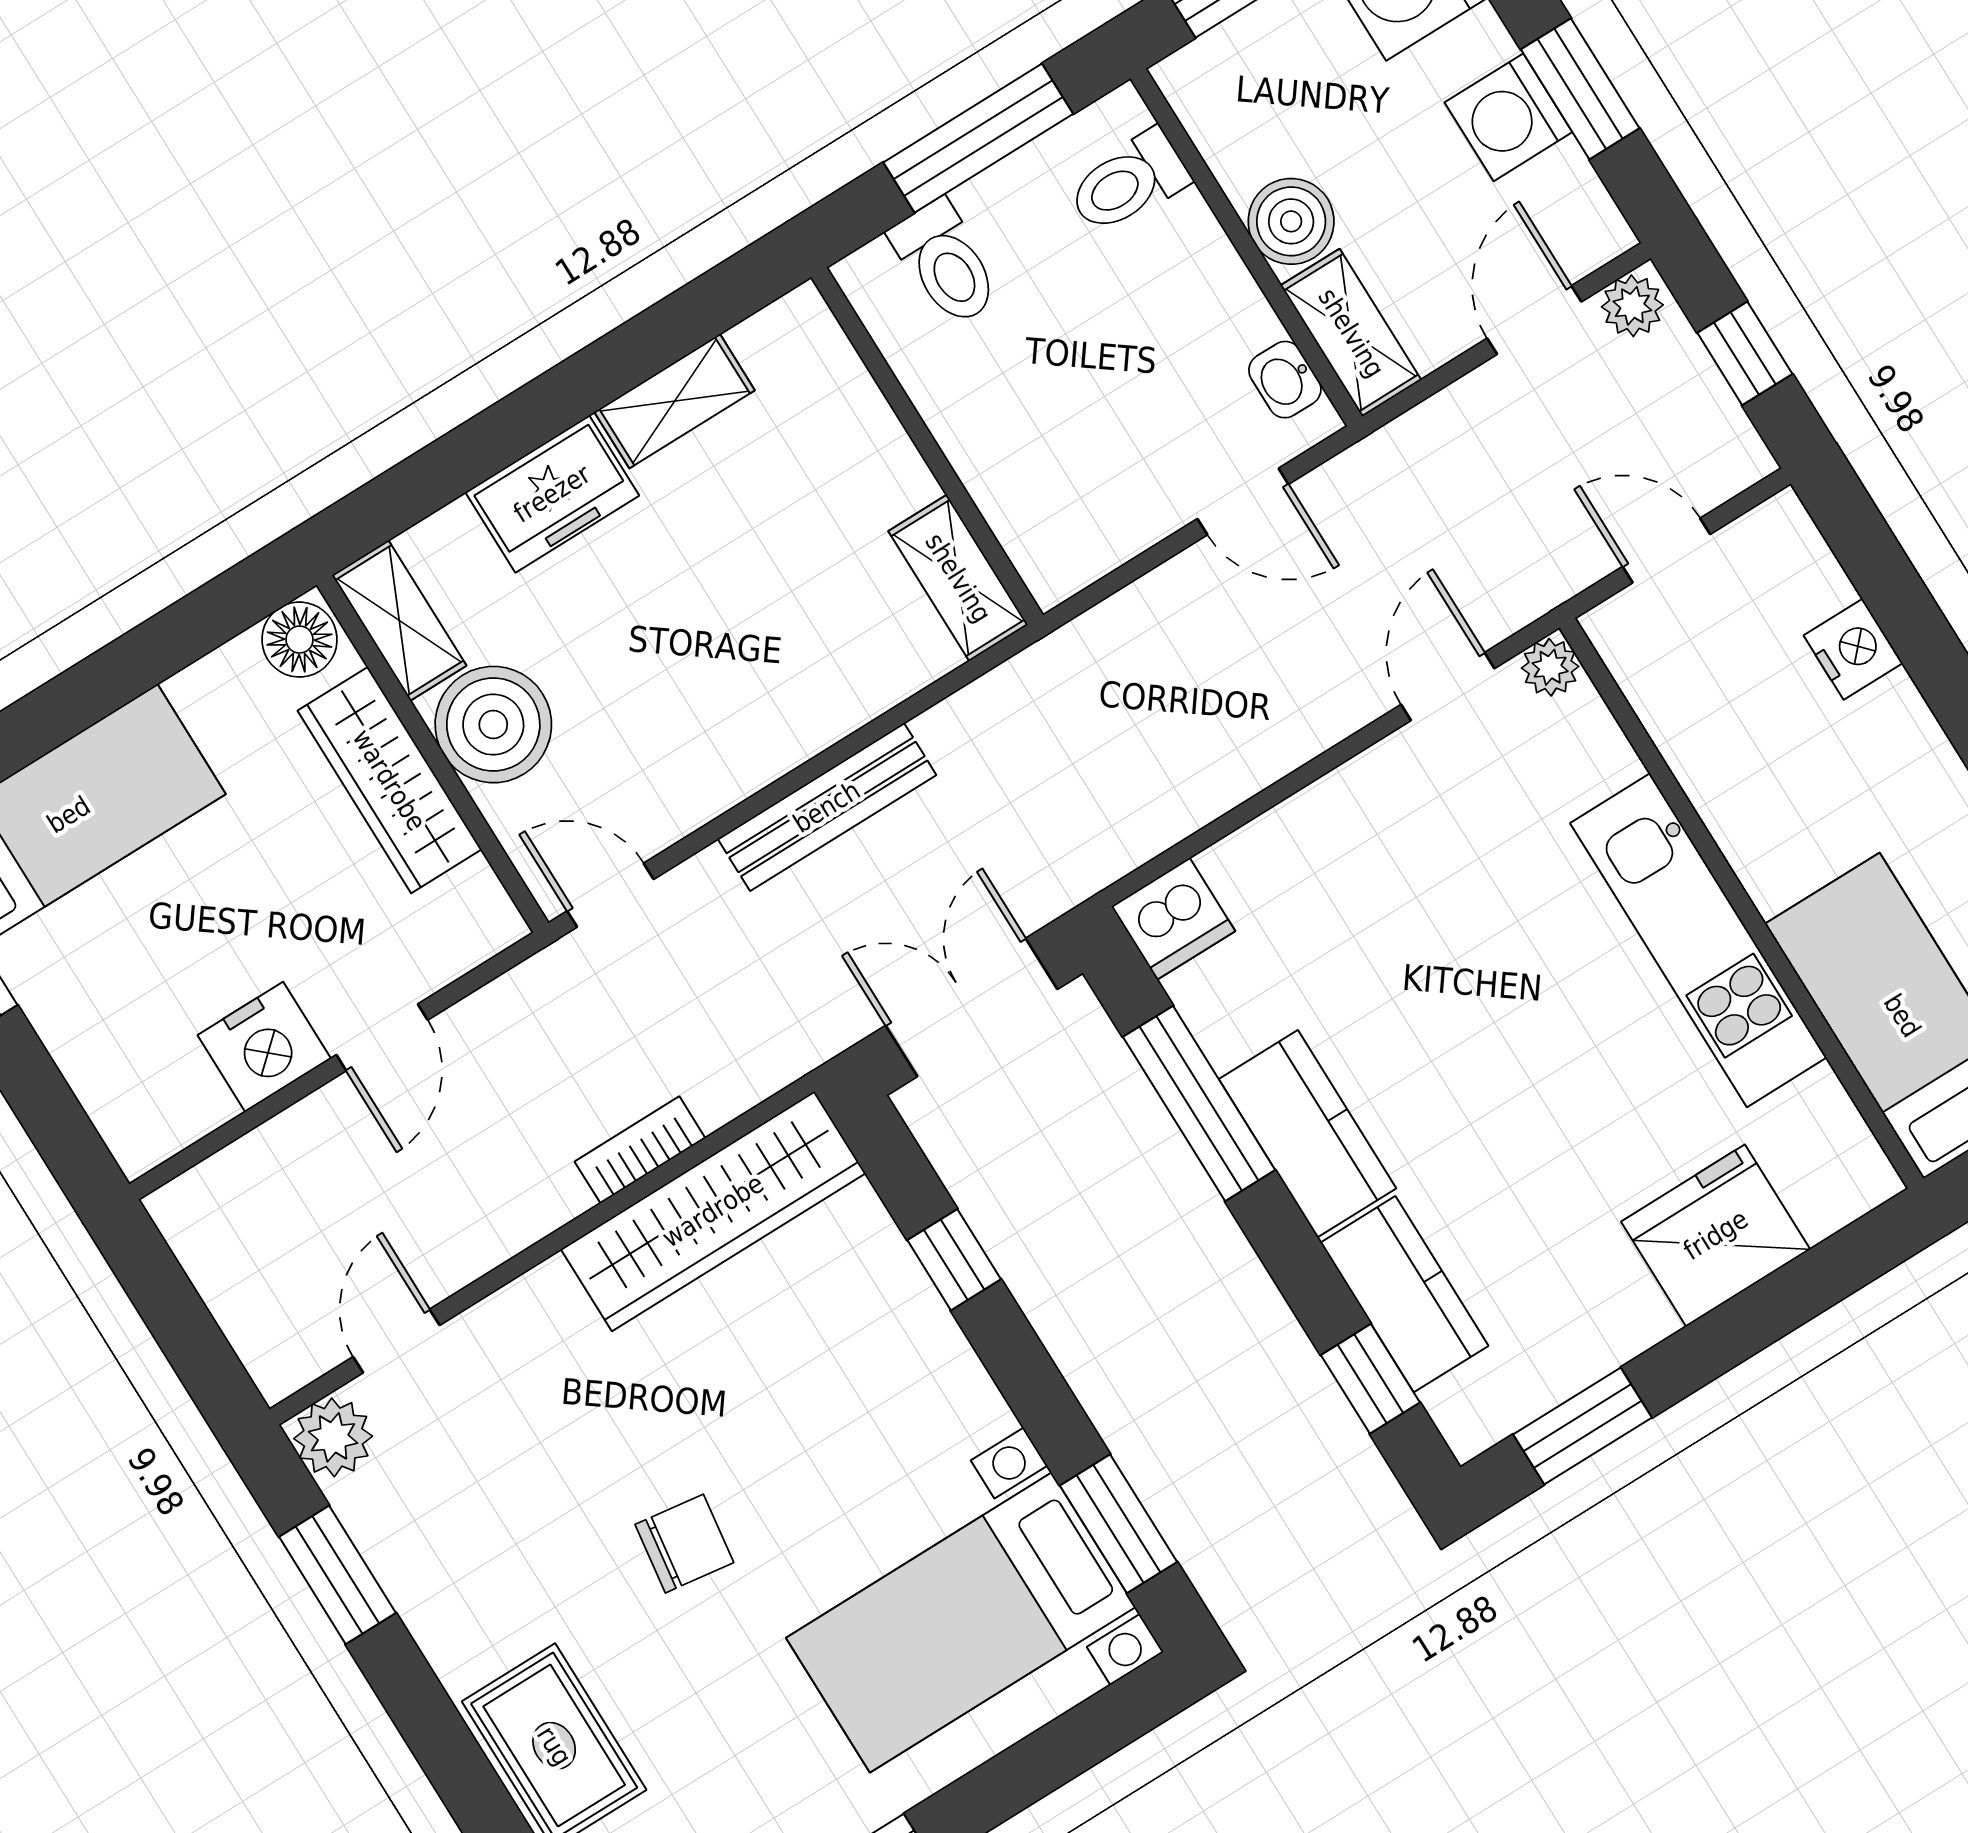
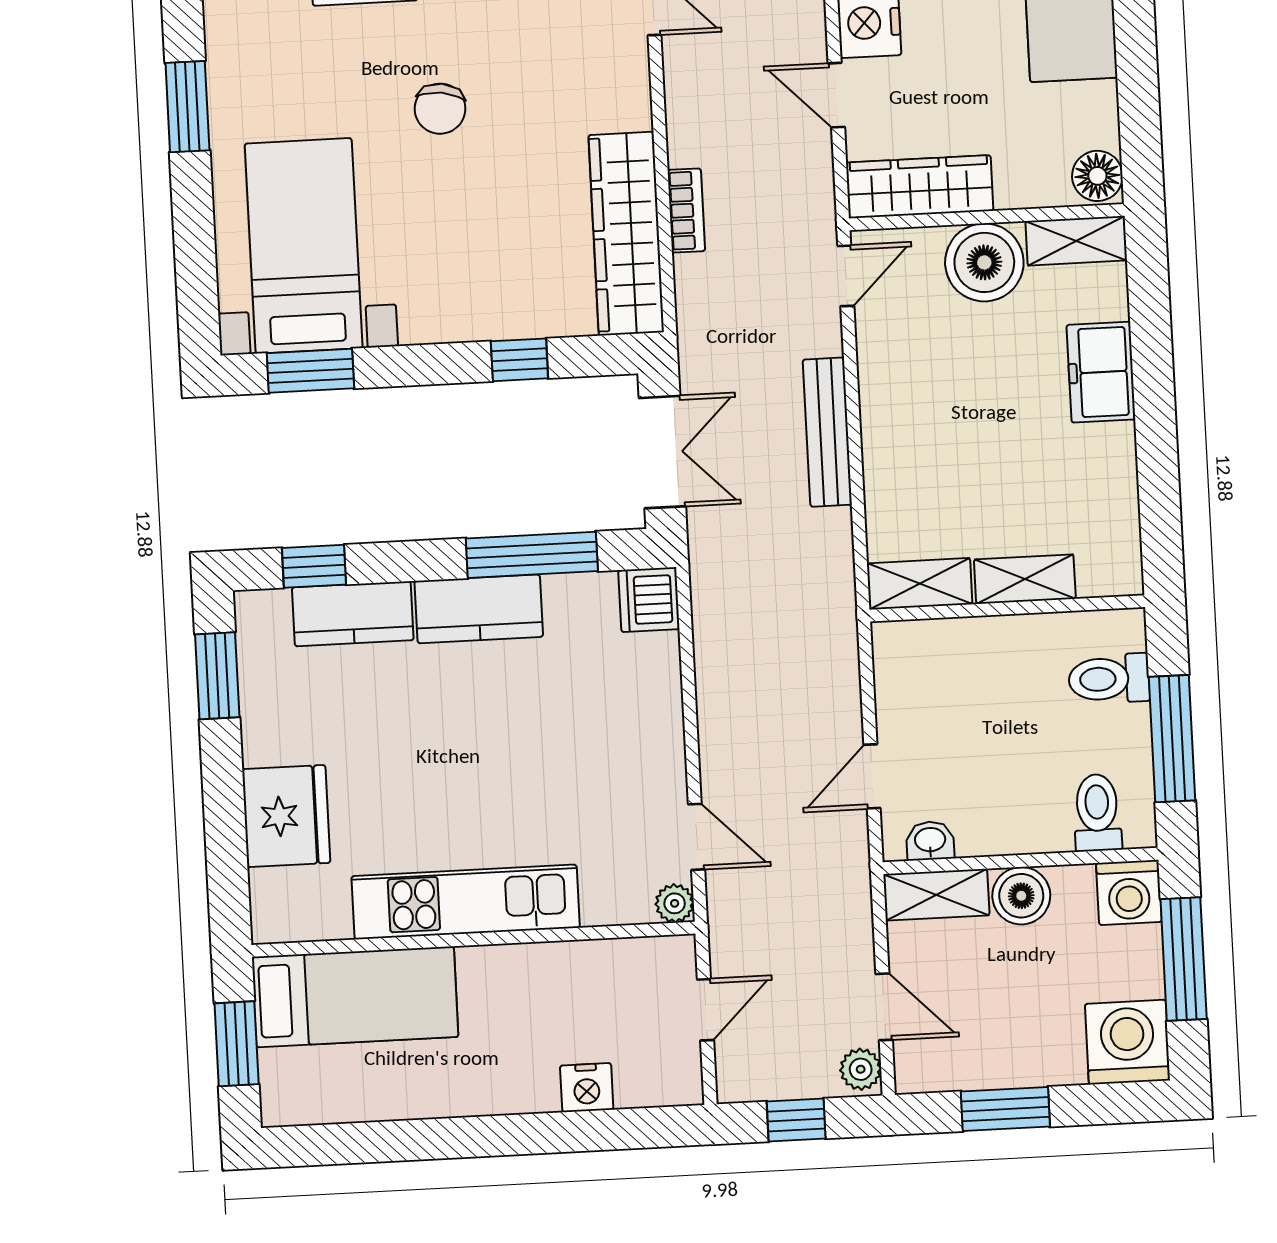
washing machine: (1508, 117) -> (1129, 892), moved, turned 180
shelving: (675, 401) -> (1025, 579), moved, turned 90
wardrobe: (389, 780) -> (920, 187), moved

